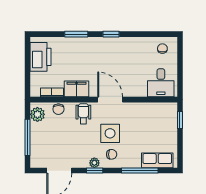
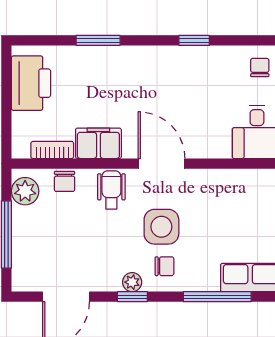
window: (111, 34) -> (194, 40), moved

